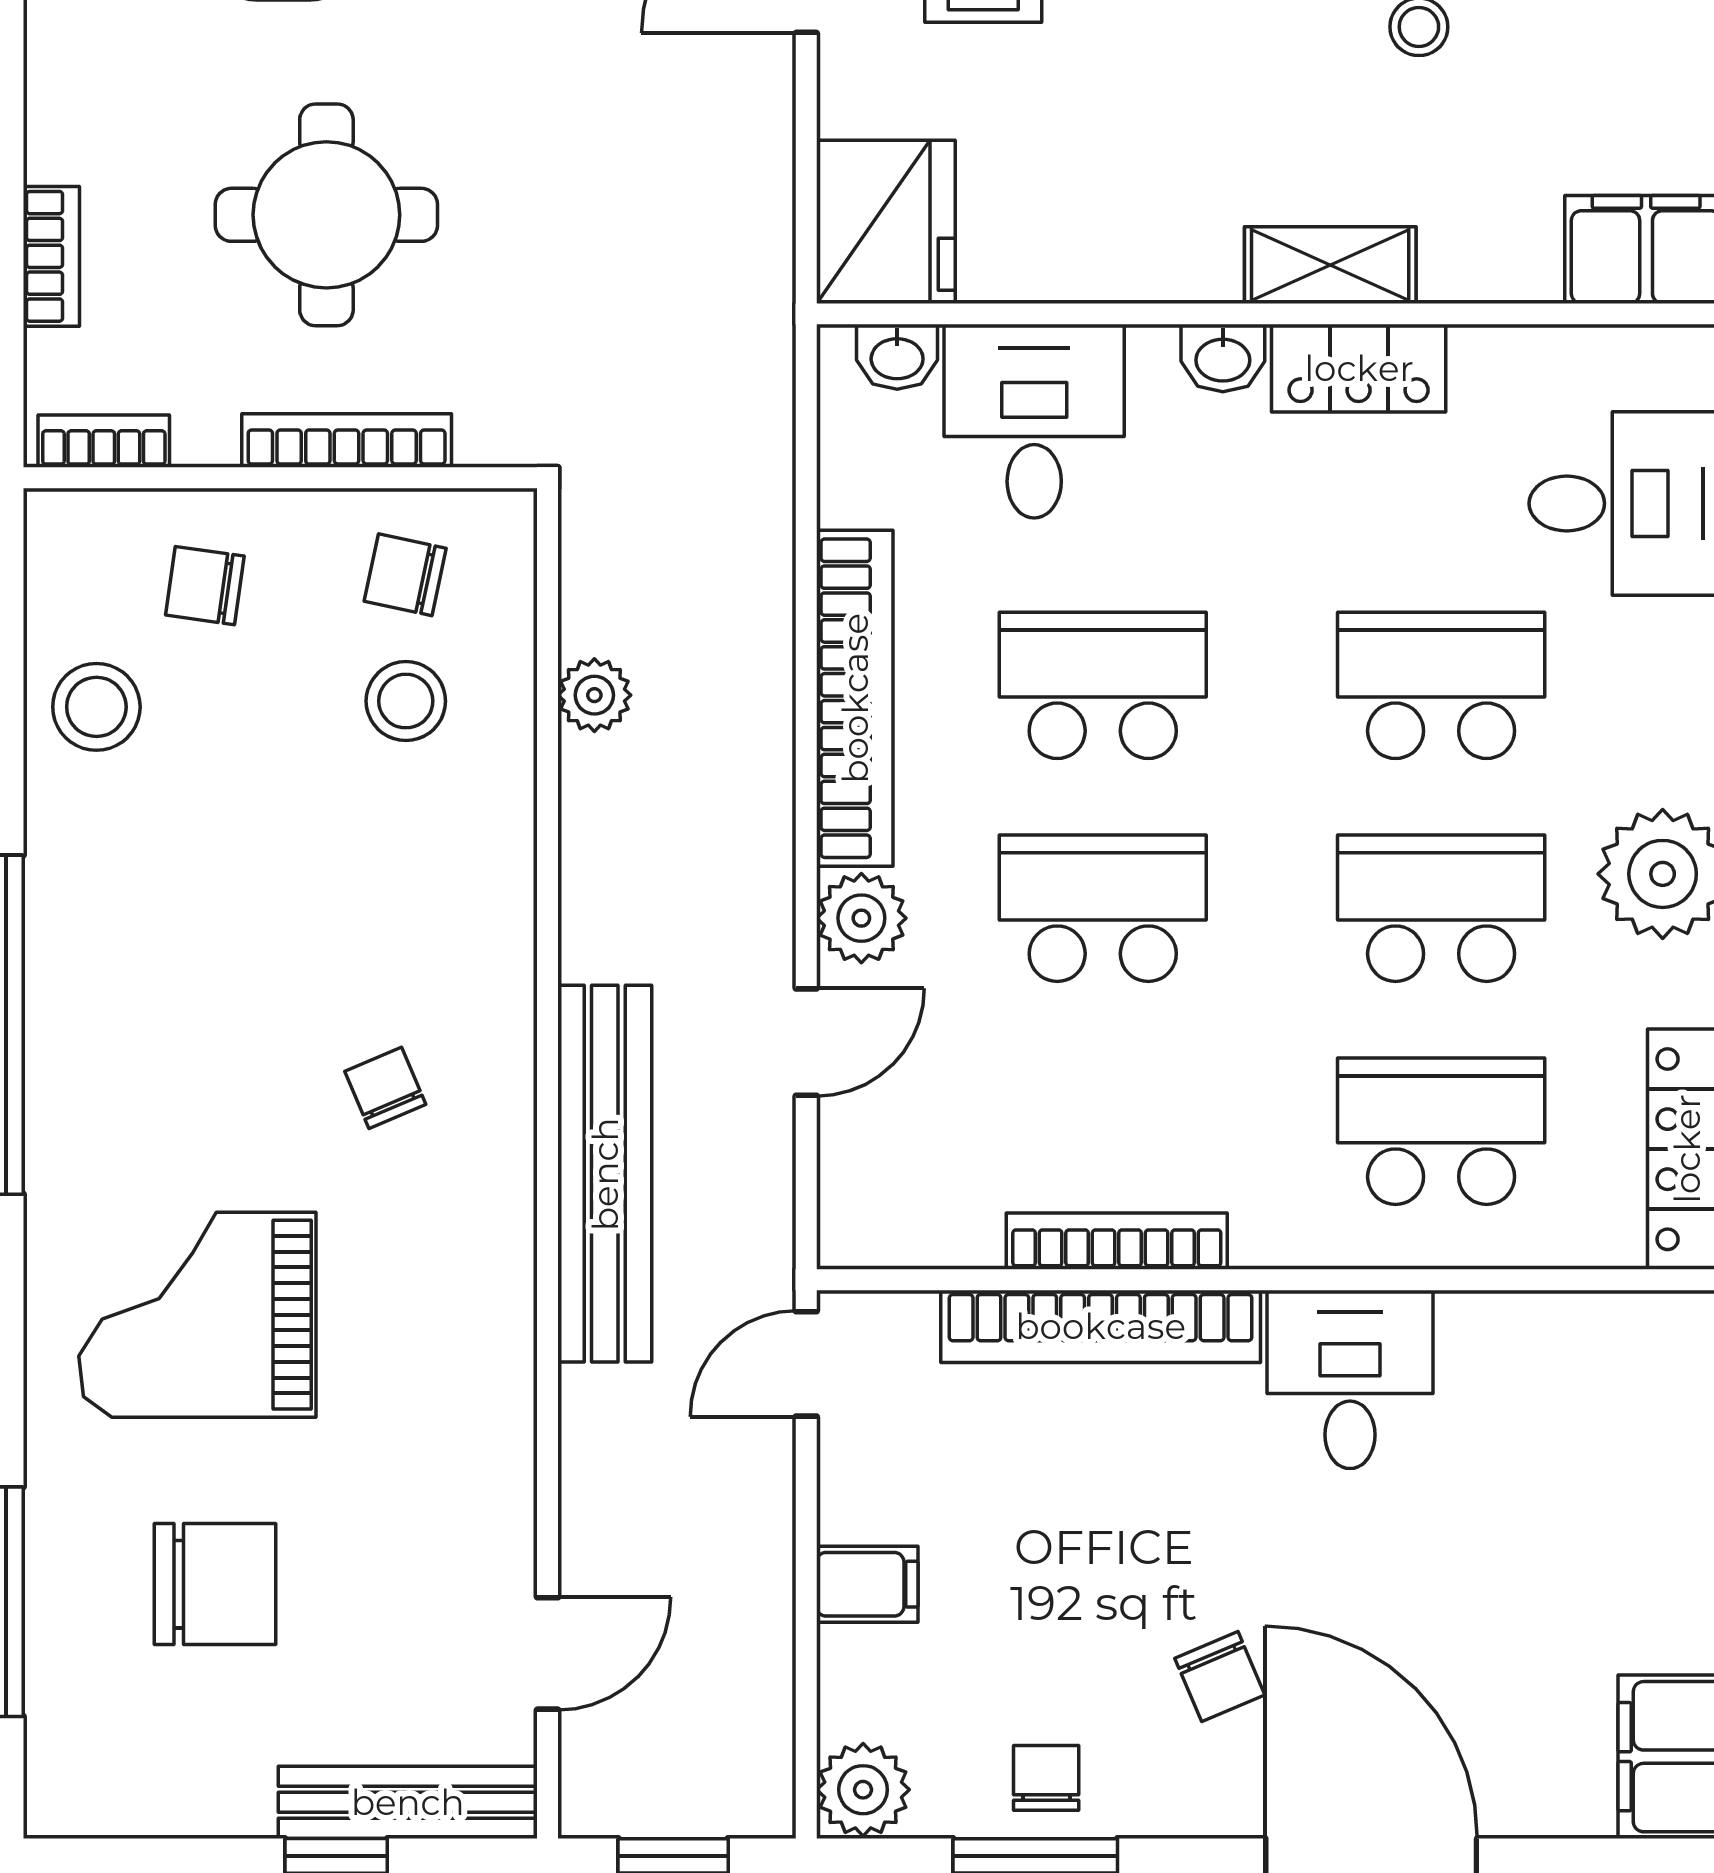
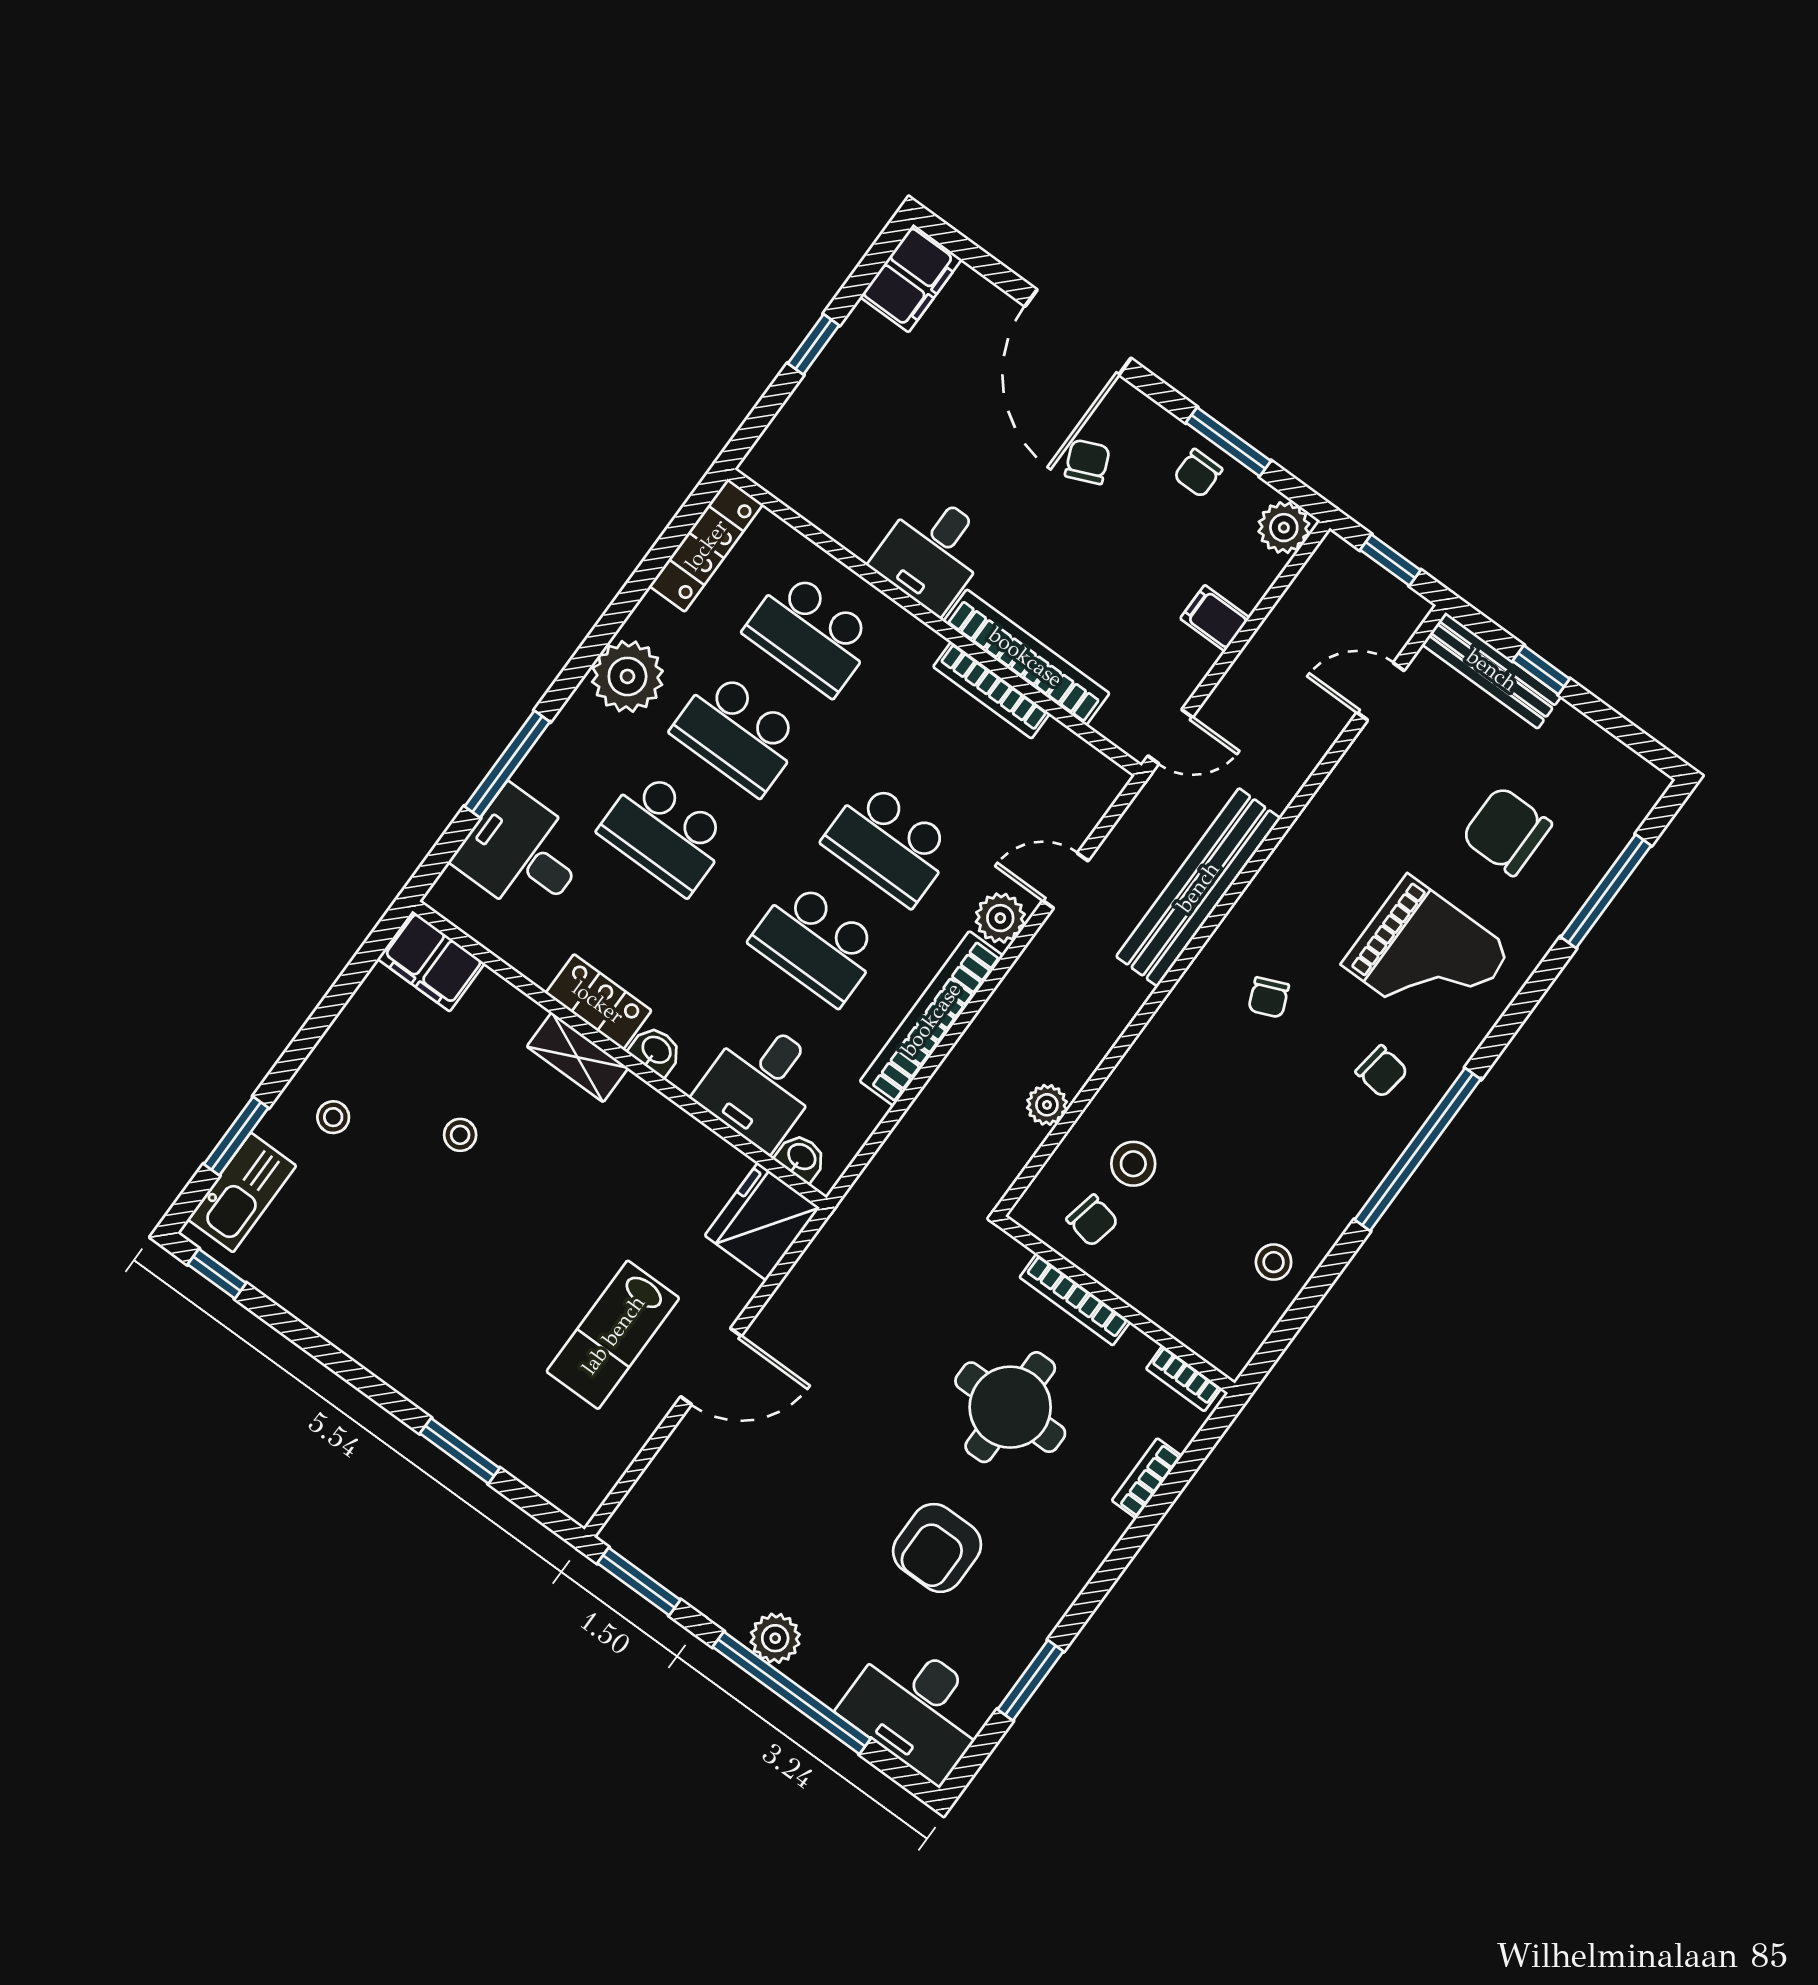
chair: (205, 586) -> (1382, 1071), moved
stool: (96, 707) -> (1274, 1262), width x0.73, depth x0.73

